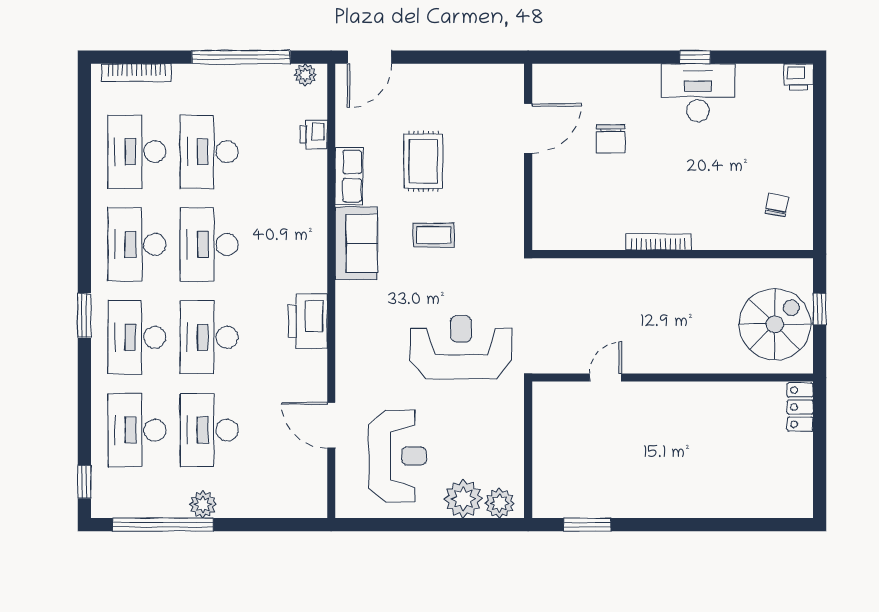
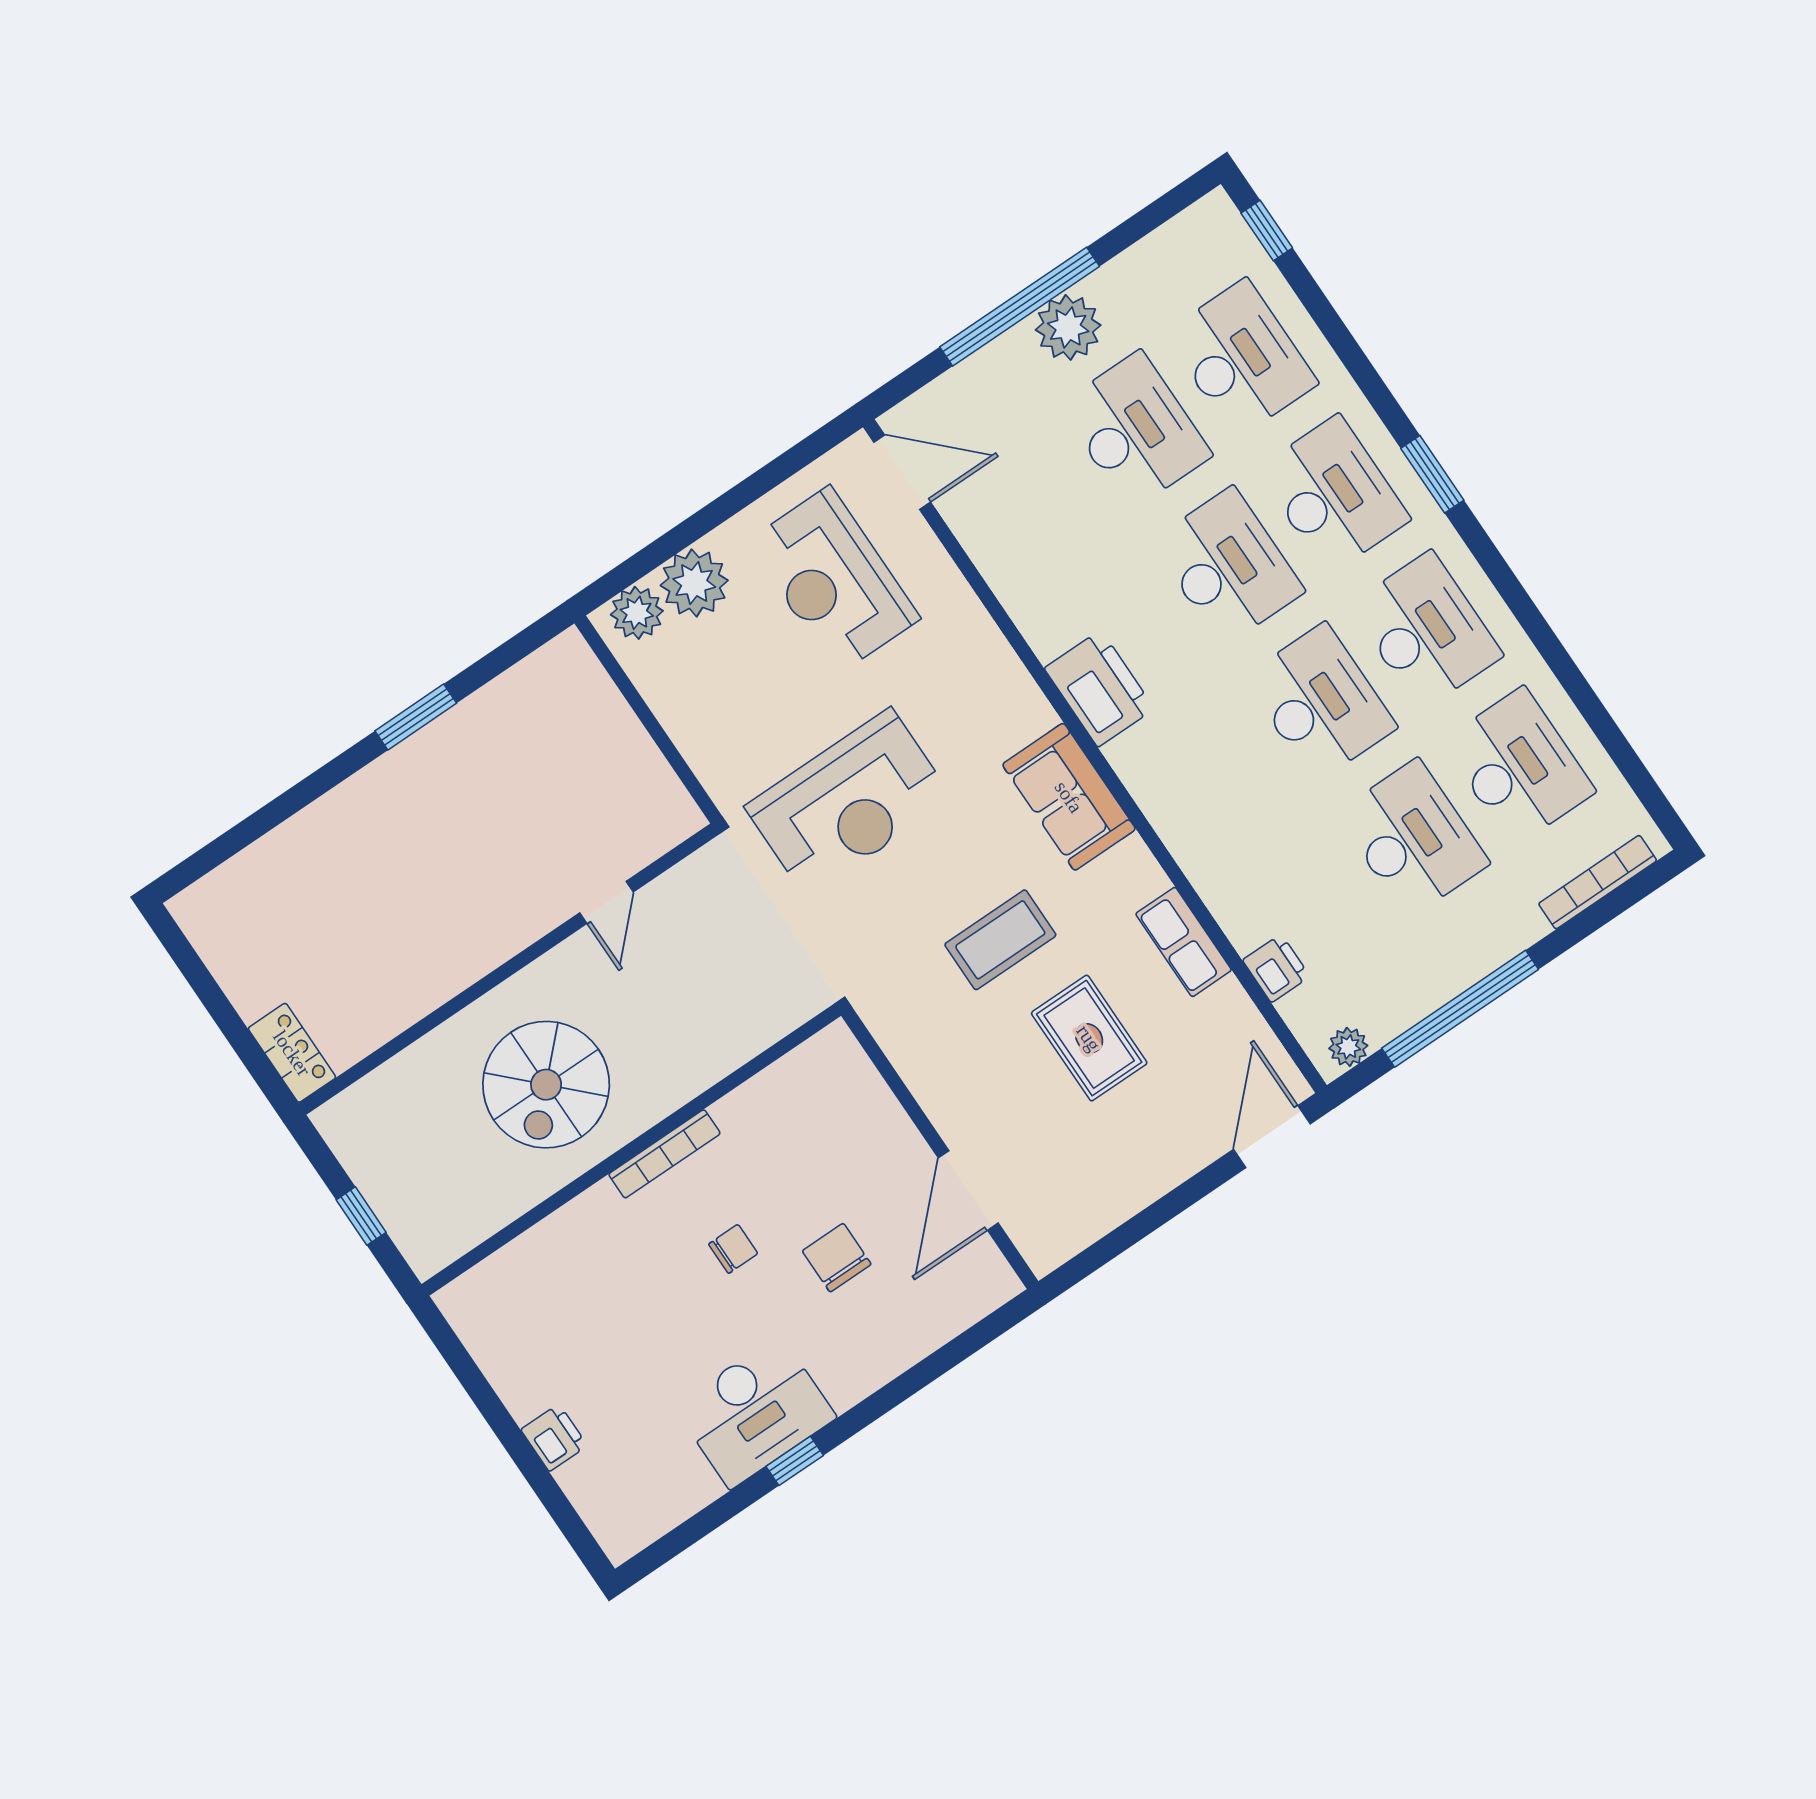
printer: (799, 77) -> (554, 1438), moved, turned 90
chair: (777, 205) -> (733, 1249), moved, turned -100
coffee table: (434, 235) -> (1000, 940), width x1.36, depth x1.30
sofa: (356, 243) -> (1069, 797), moved
spiral stairs: (775, 324) -> (546, 1085), moved
door: (331, 425) -> (902, 472), moved
plant: (203, 504) -> (1068, 327), width x1.36, depth x1.36
window: (163, 525) -> (1020, 307), moved
window: (587, 525) -> (416, 717), moved

